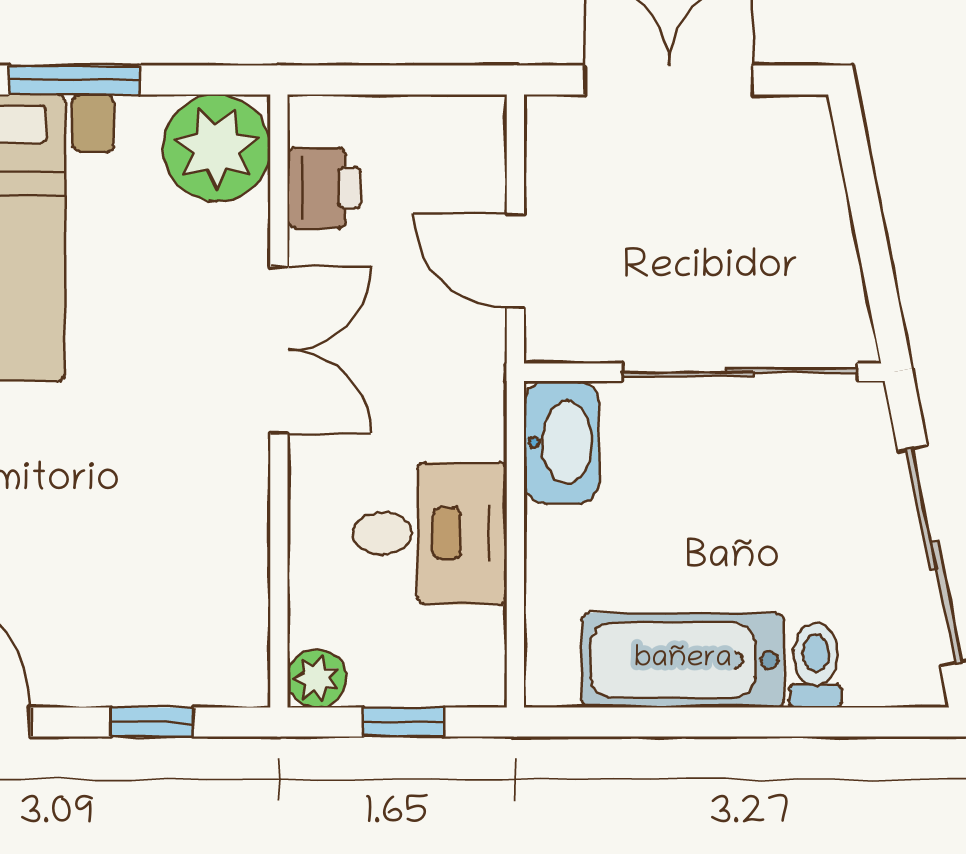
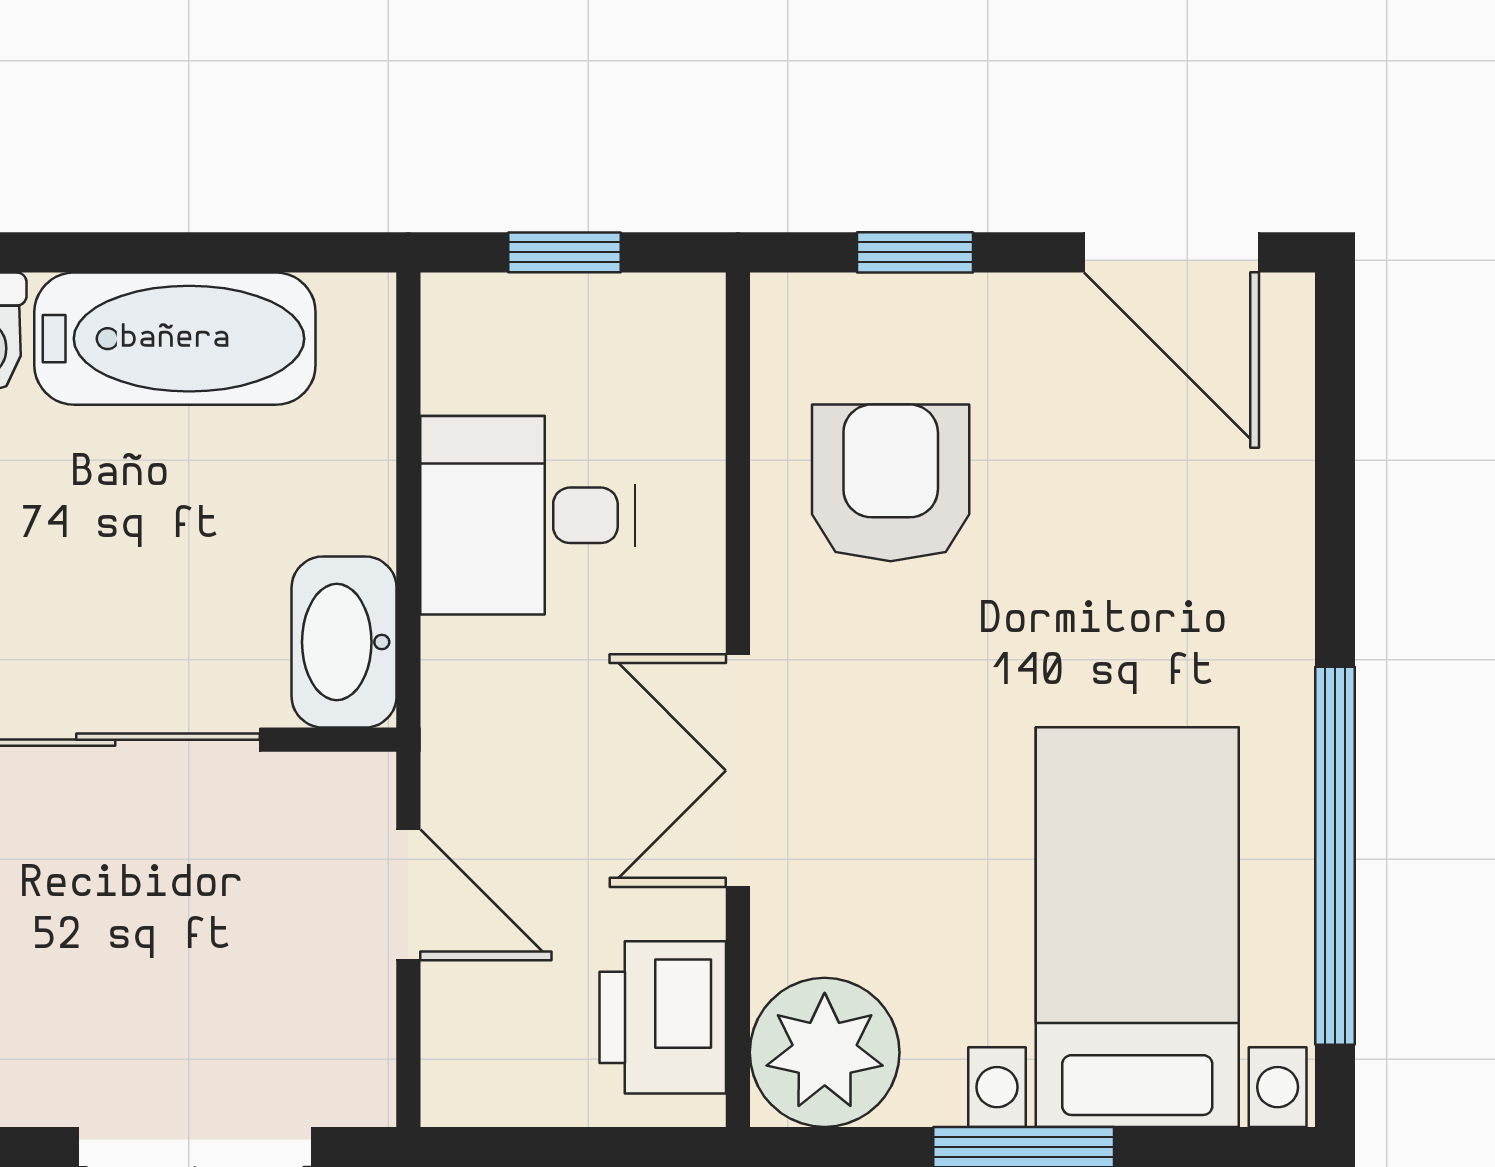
printer: (324, 188) -> (663, 1017), width x1.36, depth x1.24
armchair: (169, 557) -> (891, 483), added
plant: (317, 678) -> (685, 313), removed

